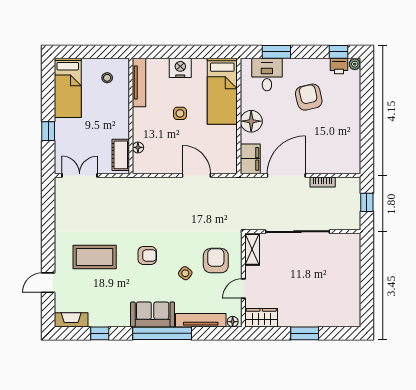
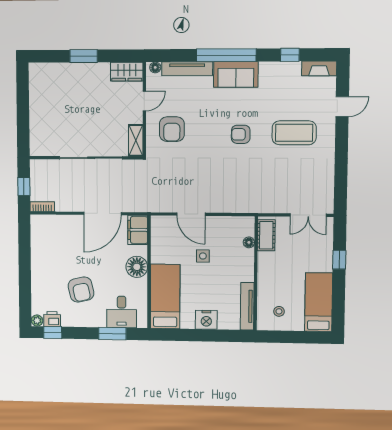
side table: (180, 113) -> (203, 256), moved
bookcase: (323, 182) -> (42, 207), moved
side table: (185, 273) -> (203, 116), removed

